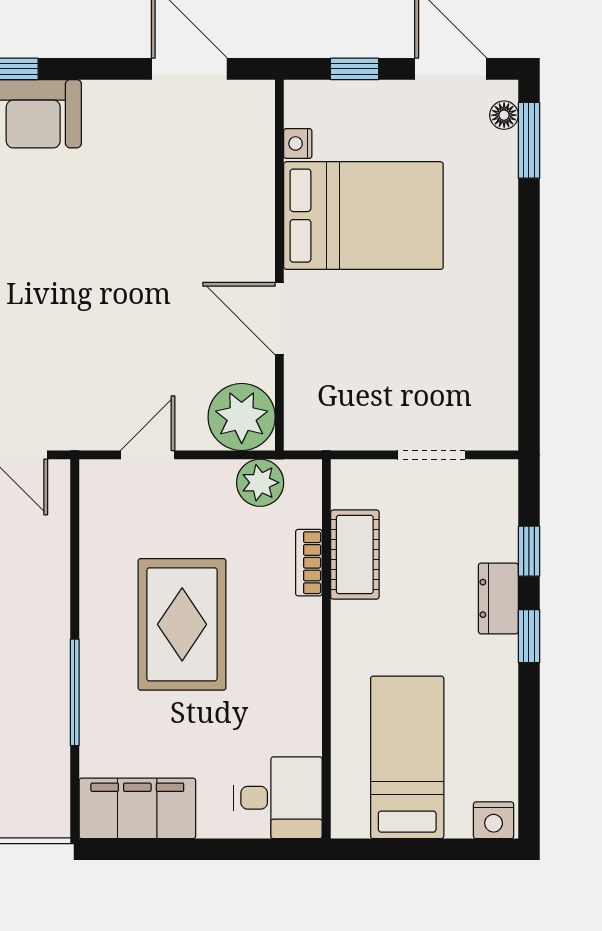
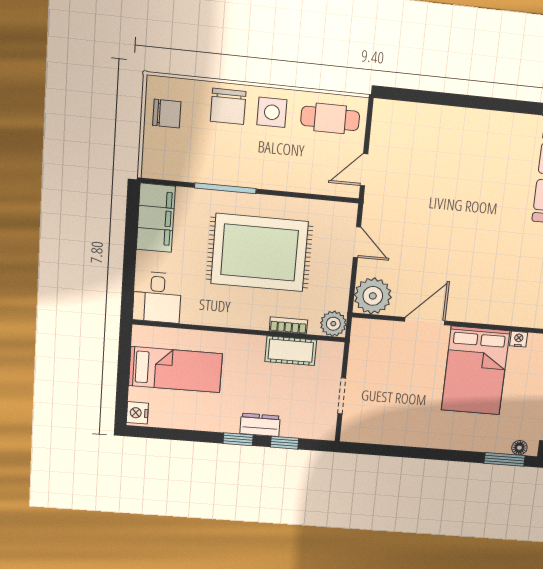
plant: (260, 483) -> (333, 324), moved
rug: (182, 624) -> (260, 253), width x1.37, depth x1.44

